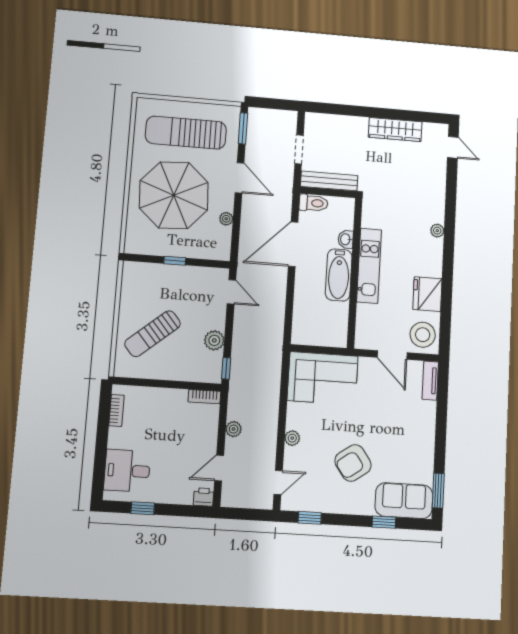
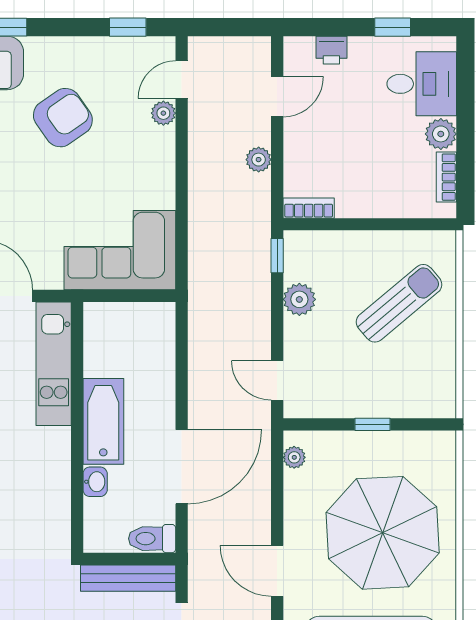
plant: (226, 219) -> (294, 457), moved
kitchen unit: (369, 266) -> (54, 364), moved
plant: (118, 438) -> (441, 134), added
plant: (292, 438) -> (163, 113), moved
printer: (204, 497) -> (331, 50), moved

